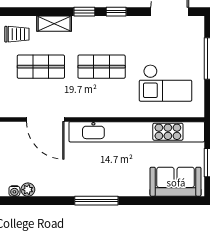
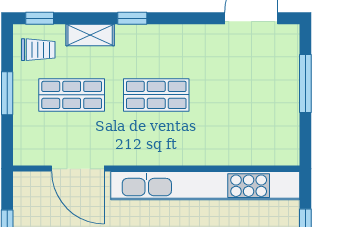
window: (116, 12) -> (40, 18), moved
checkout: (166, 83) -> (245, 118), removed

